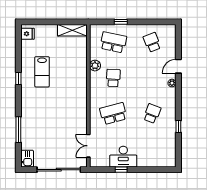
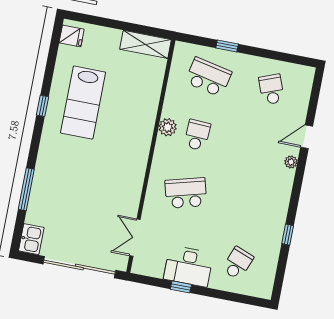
plant: (95, 66) -> (168, 127), moved
lab bench: (42, 72) -> (83, 103), width x1.36, depth x1.39
school desk: (152, 114) -> (238, 263), moved

